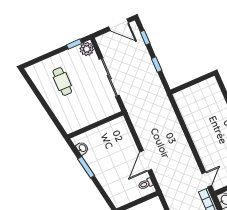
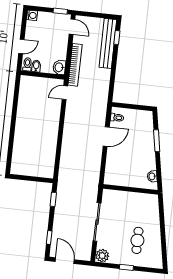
window: (74, 44) -> (126, 267), moved
window: (157, 64) -> (53, 199), moved
window: (86, 167) -> (157, 141), moved

